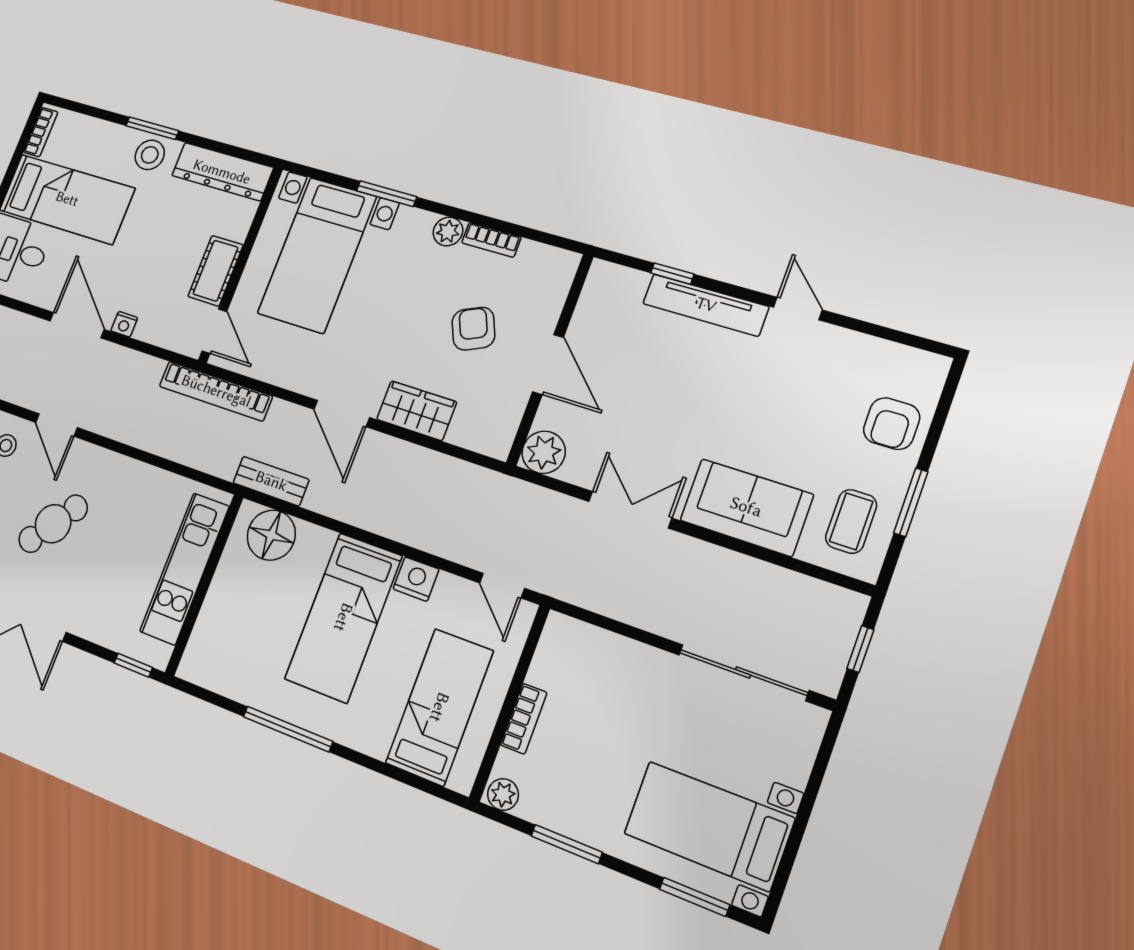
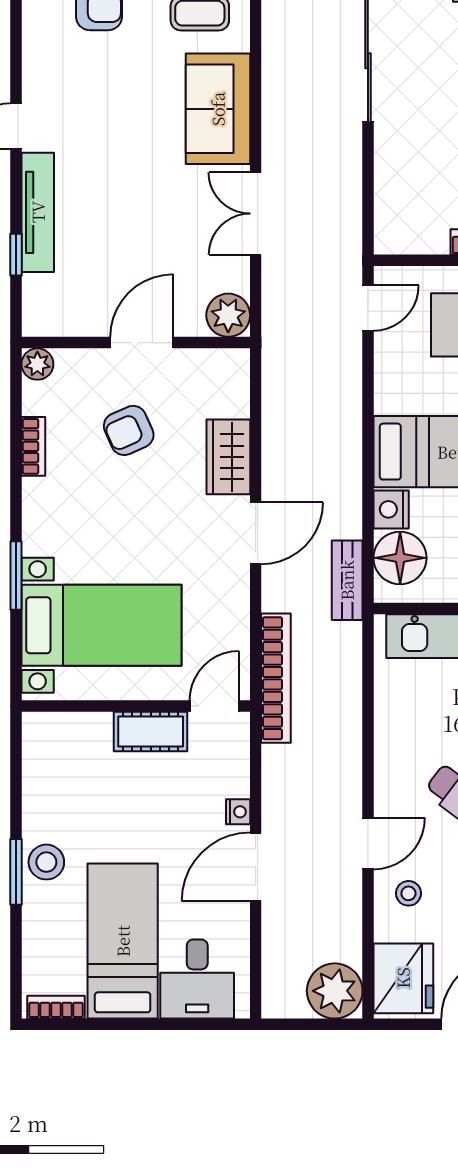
dresser: (222, 172) -> (42, 769), removed
plant: (448, 231) -> (37, 364), moved
nightstand: (416, 579) -> (391, 509), moved

